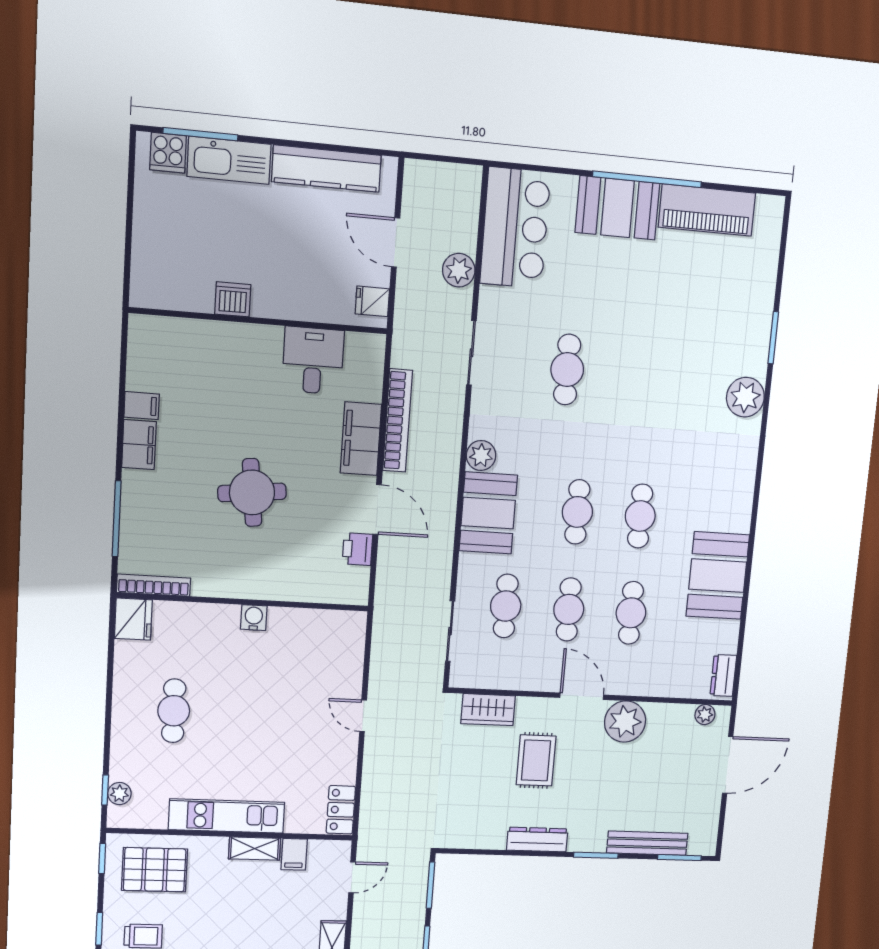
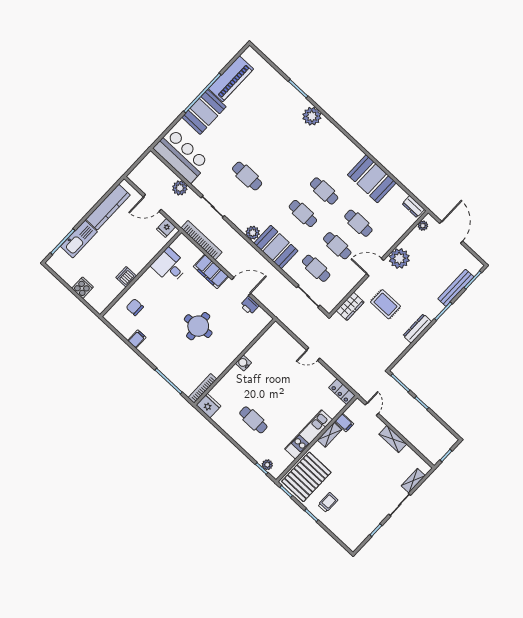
cooker: (168, 153) -> (83, 288), moved, turned -90
chair: (193, 357) -> (135, 307), added
bookcase: (398, 421) -> (201, 240), moved
filing cabinet: (139, 445) -> (149, 351), removed
pallet: (155, 870) -> (306, 477), width x1.37, depth x1.41

